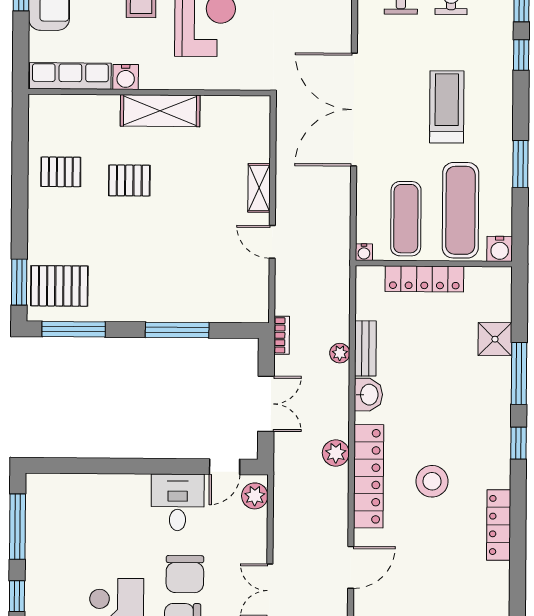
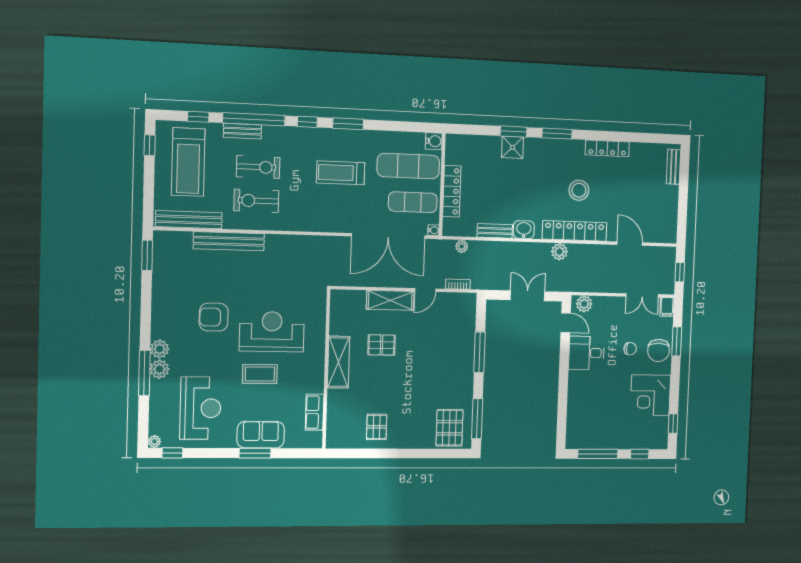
row of seats: (70, 76) -> (315, 412), width x0.68
water cooler: (126, 77) -> (316, 384), removed
double door: (354, 110) -> (388, 236), moved
window: (520, 164) -> (348, 124), moved
pallet: (129, 180) -> (382, 345), moved, turned 90
shelving: (259, 188) -> (390, 300), width x1.50, depth x1.33
window: (19, 282) -> (446, 454), removed
bookcase: (282, 335) -> (458, 284), moved
shower: (495, 339) -> (513, 147), moved
plant: (340, 353) -> (462, 246), moved
window: (519, 373) -> (514, 132), width x0.69
window: (518, 443) -> (557, 134), width x1.50
chair: (185, 574) -> (630, 349), width x0.54, depth x0.54

